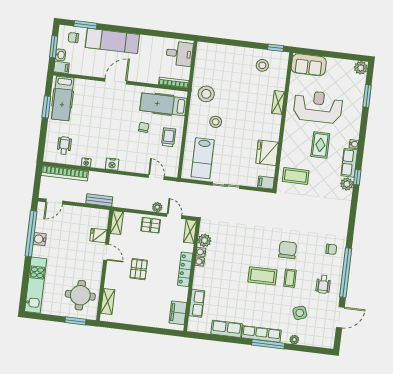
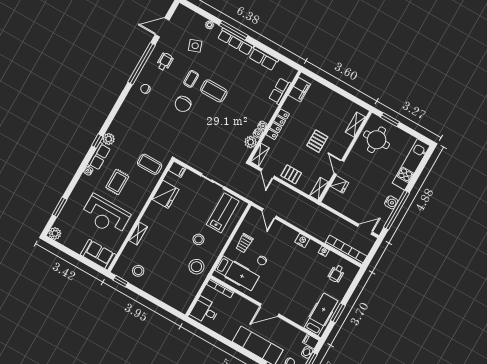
bench: (99, 200) -> (326, 214), removed
plant: (157, 207) -> (279, 187), removed

